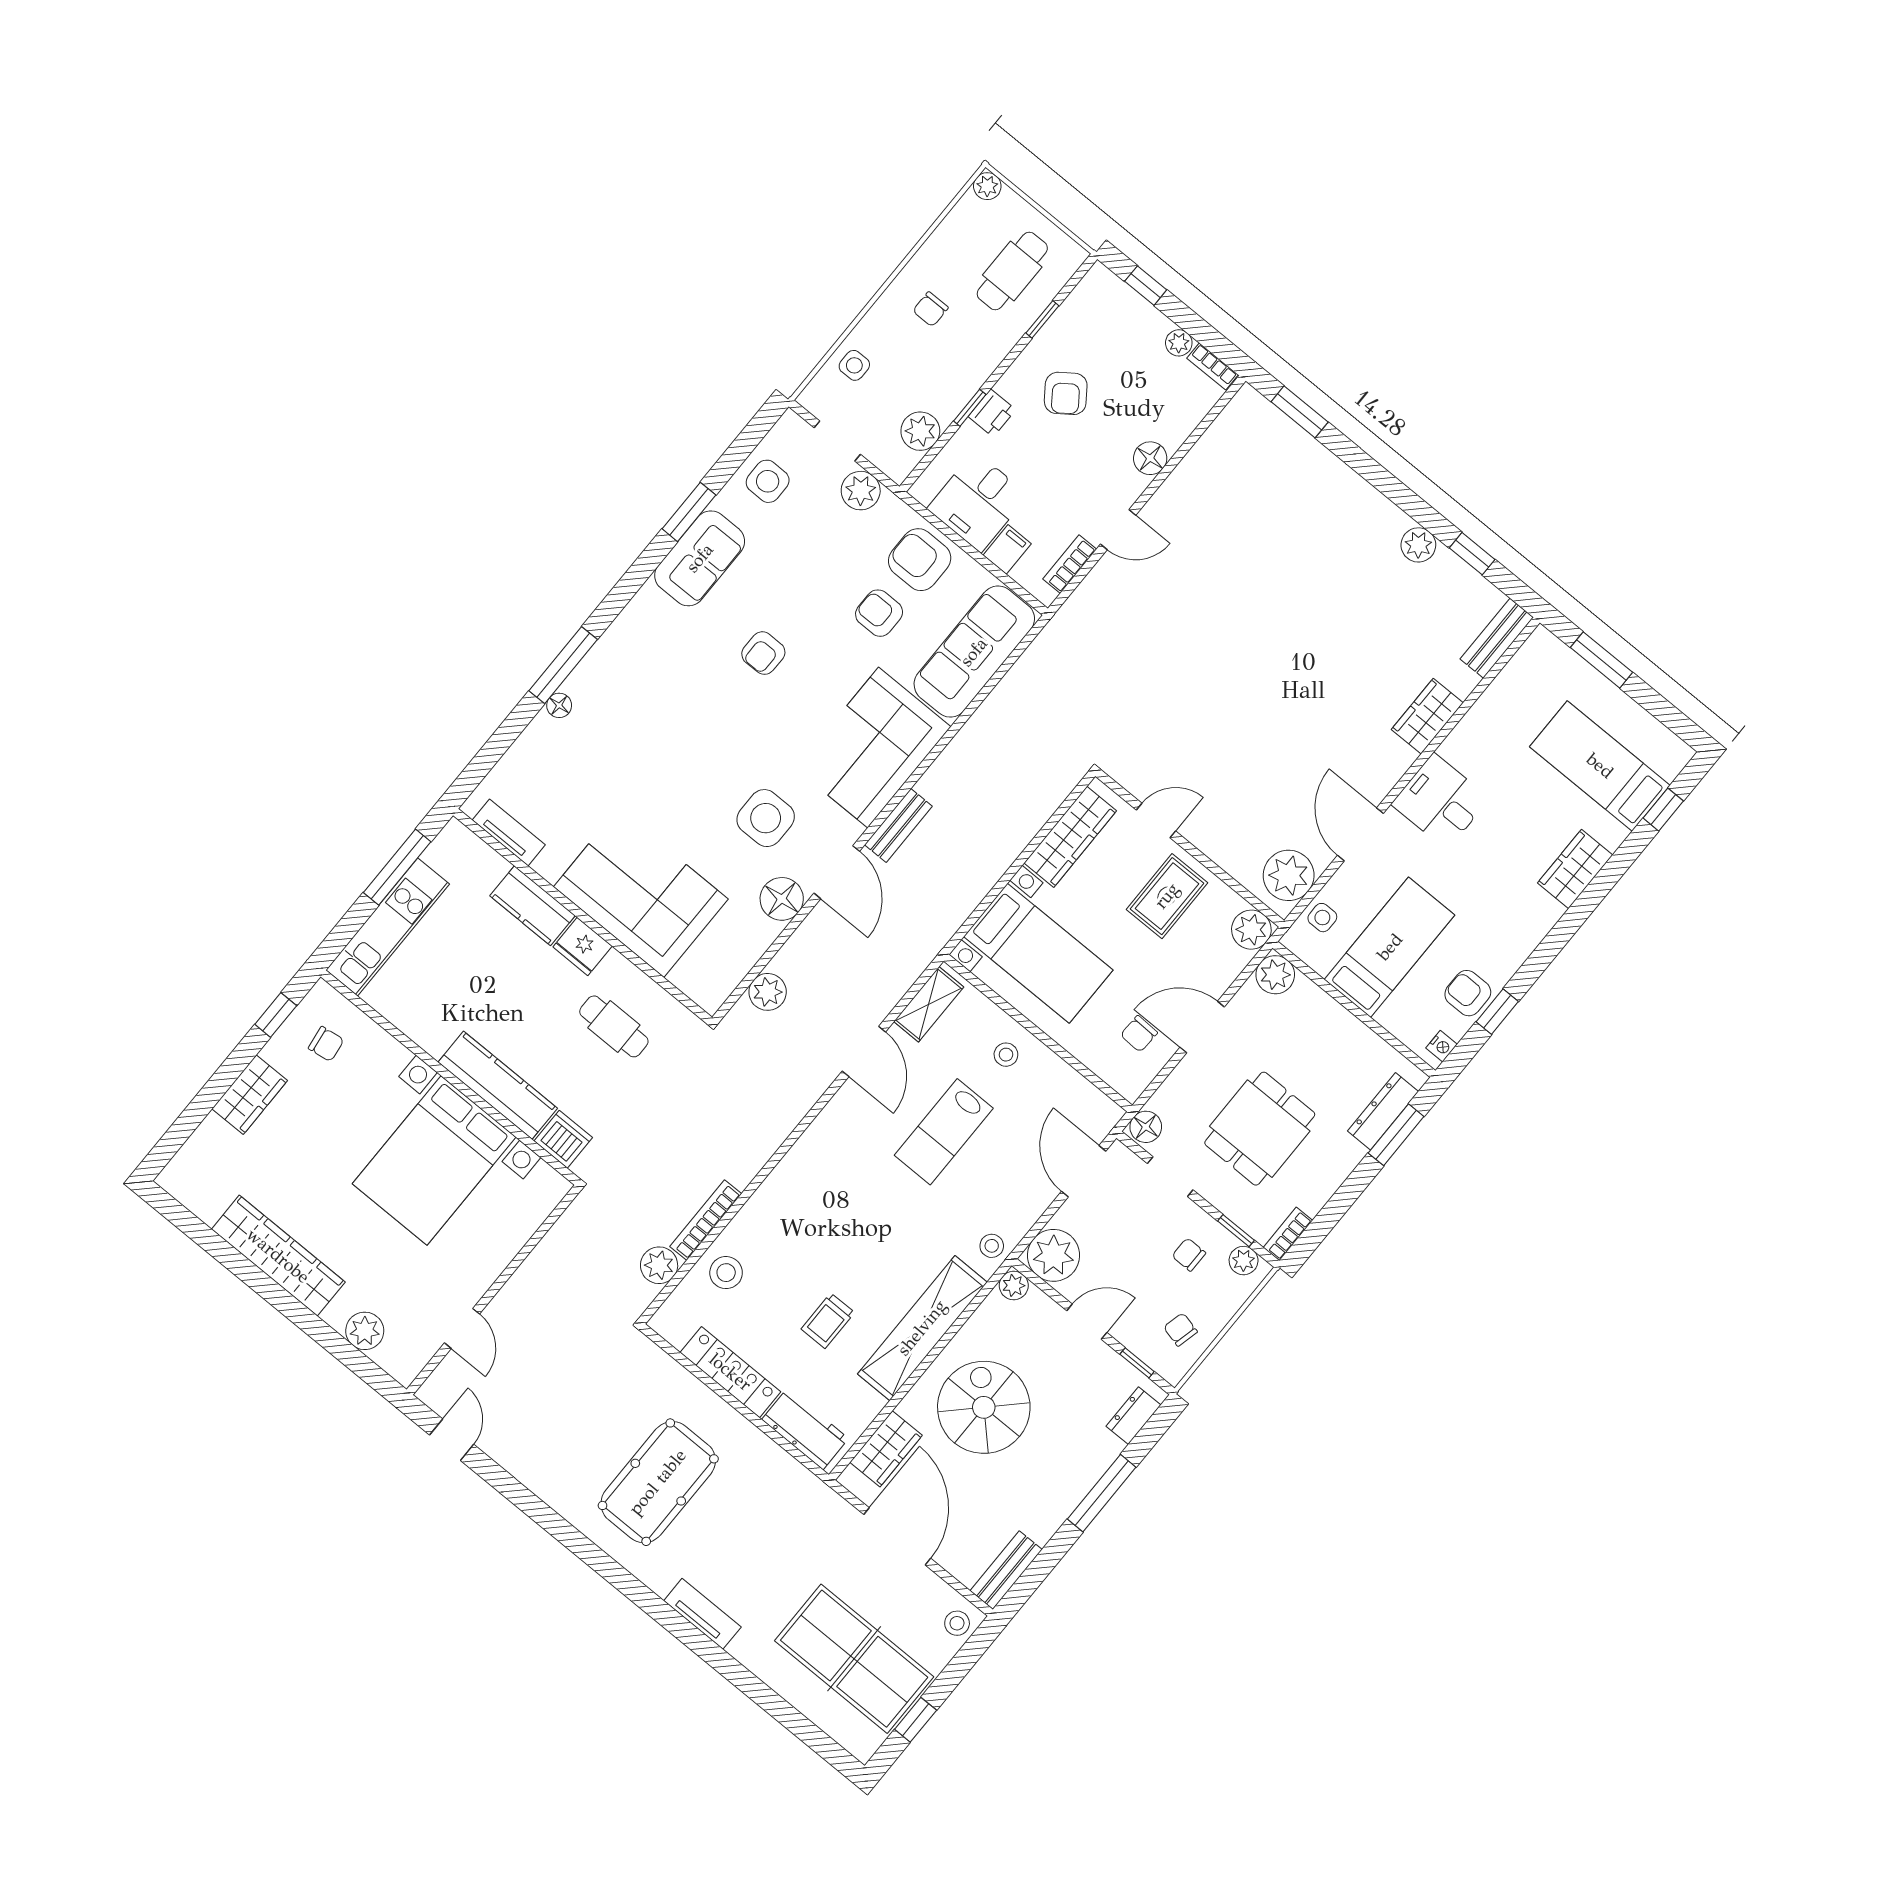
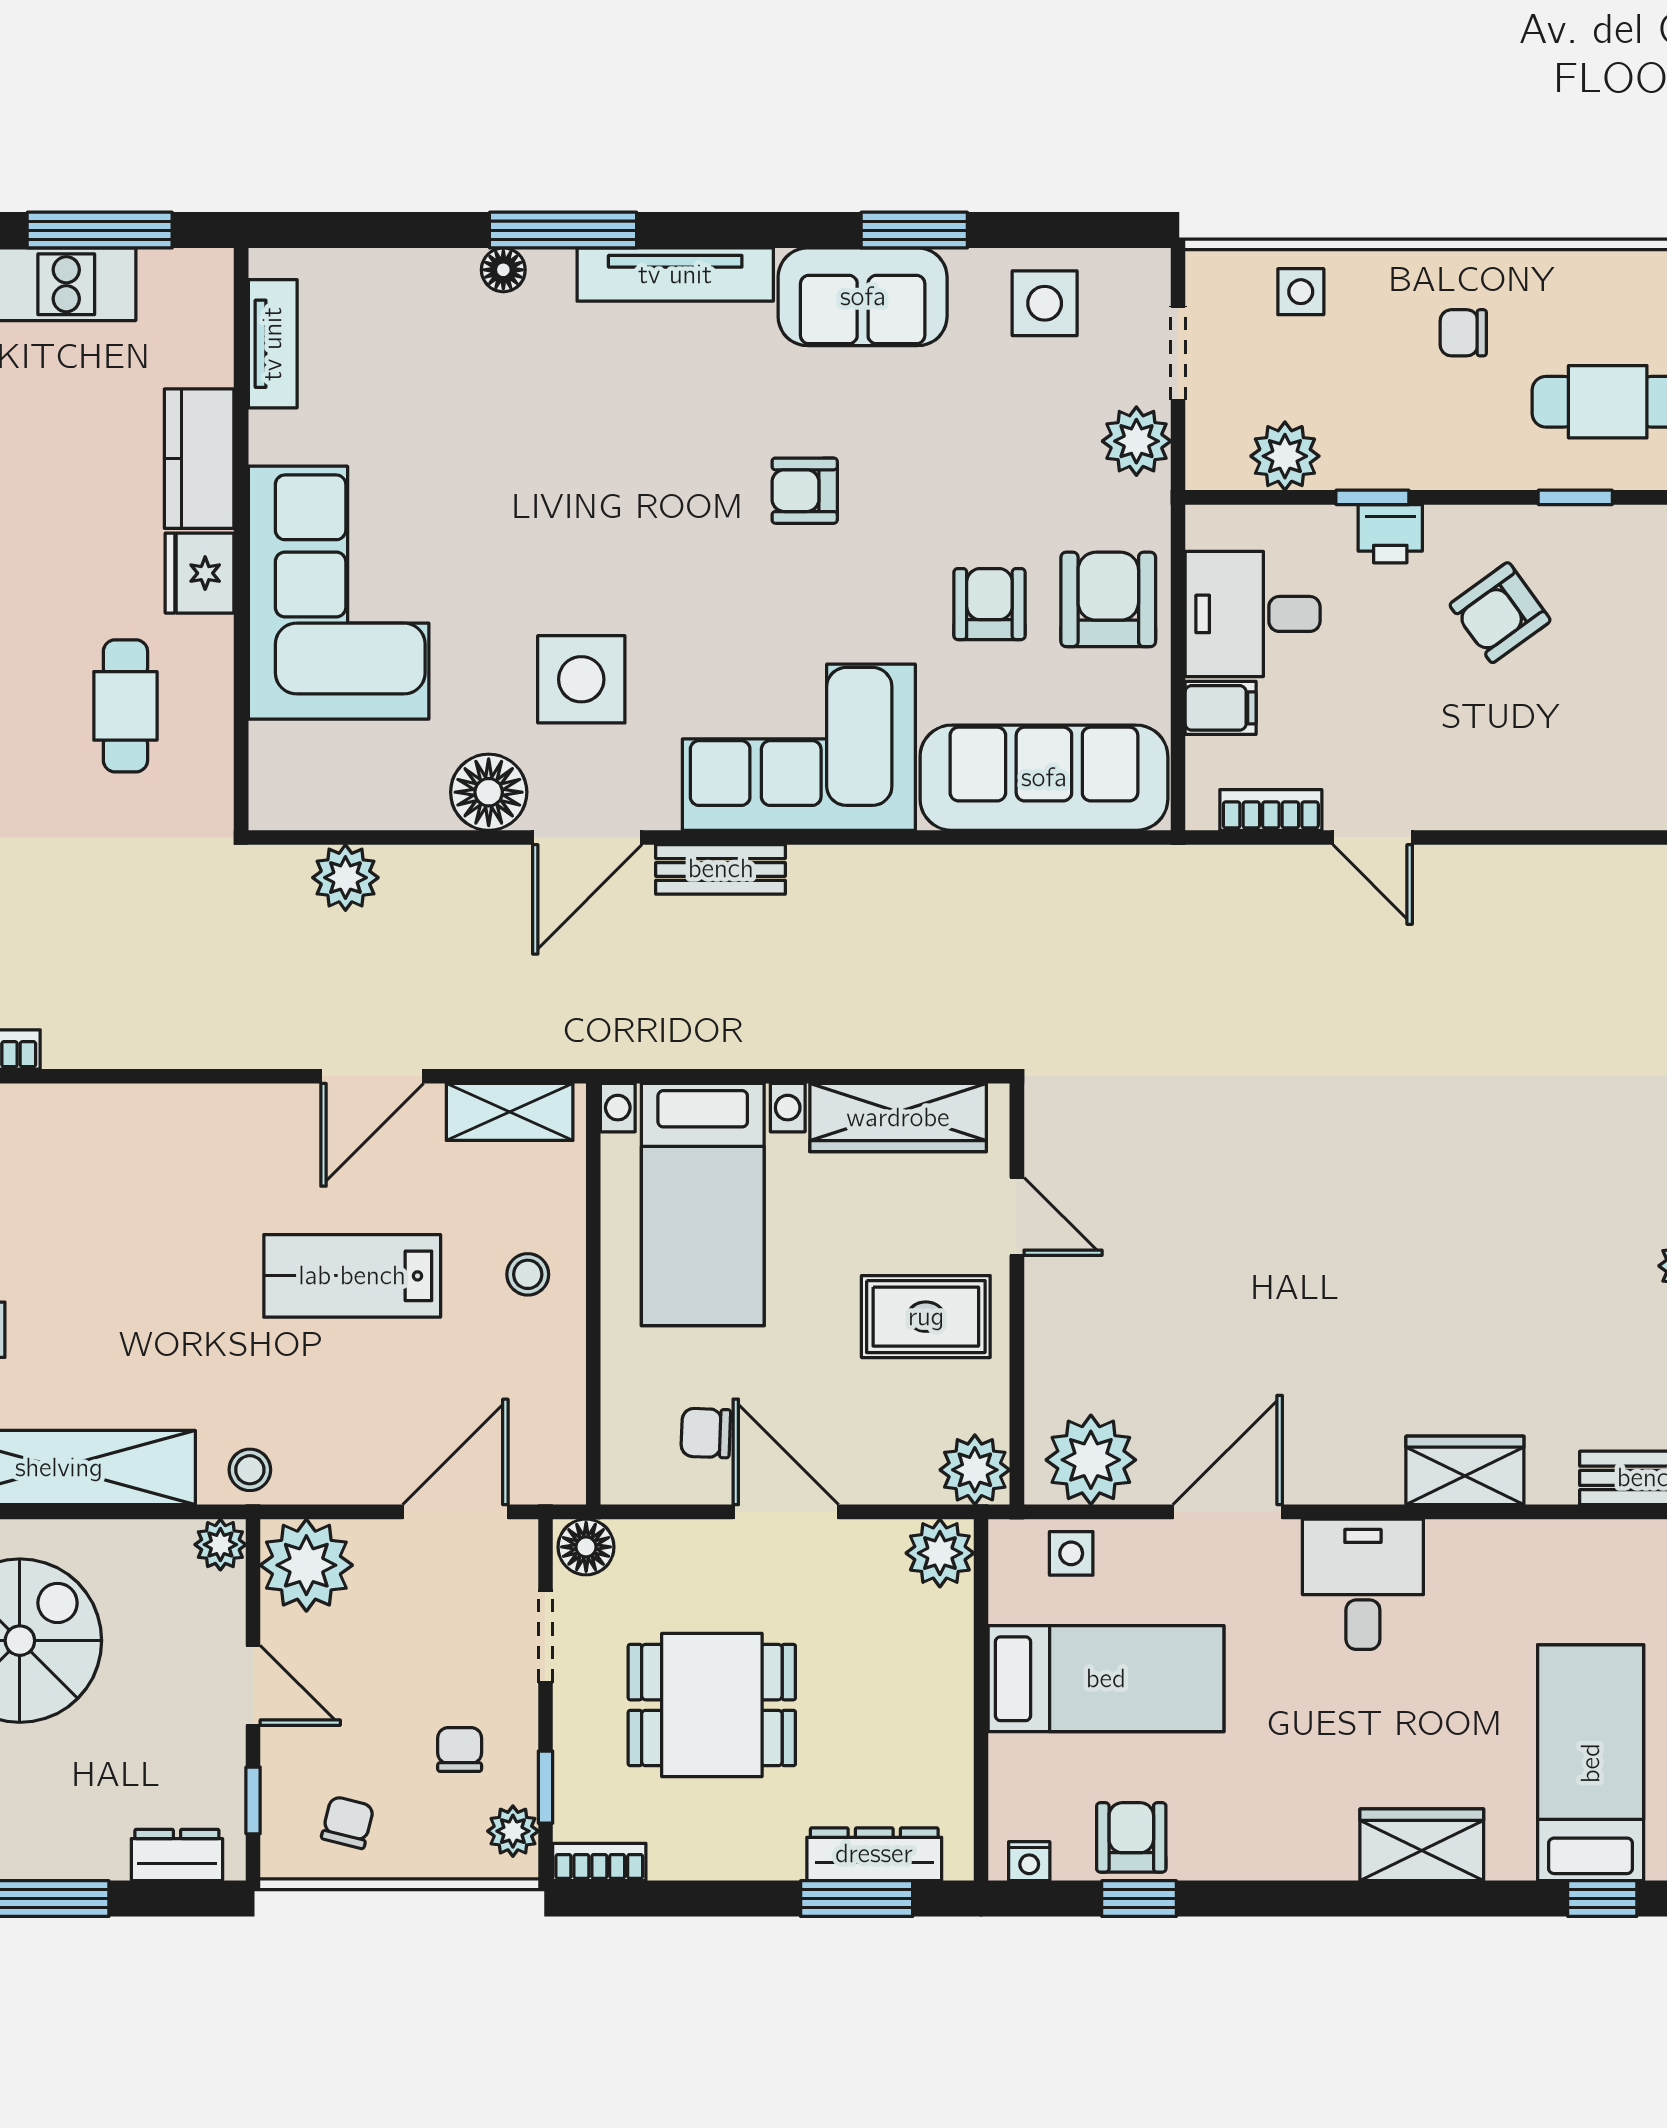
floor lamp: (1150, 458) -> (1506, 801), removed
tv unit: (623, 632) -> (675, 275), added

